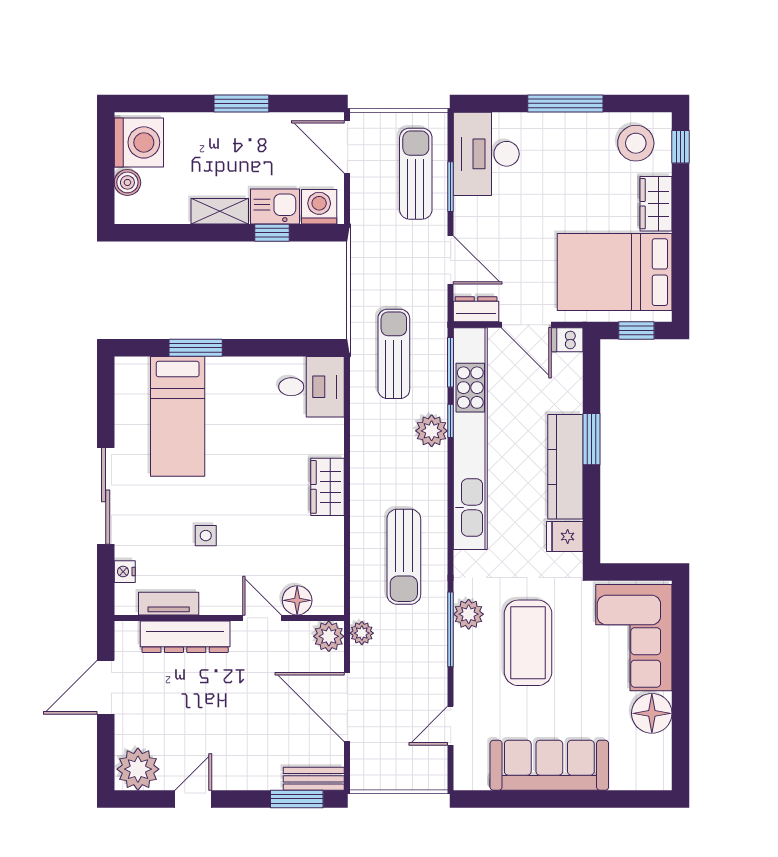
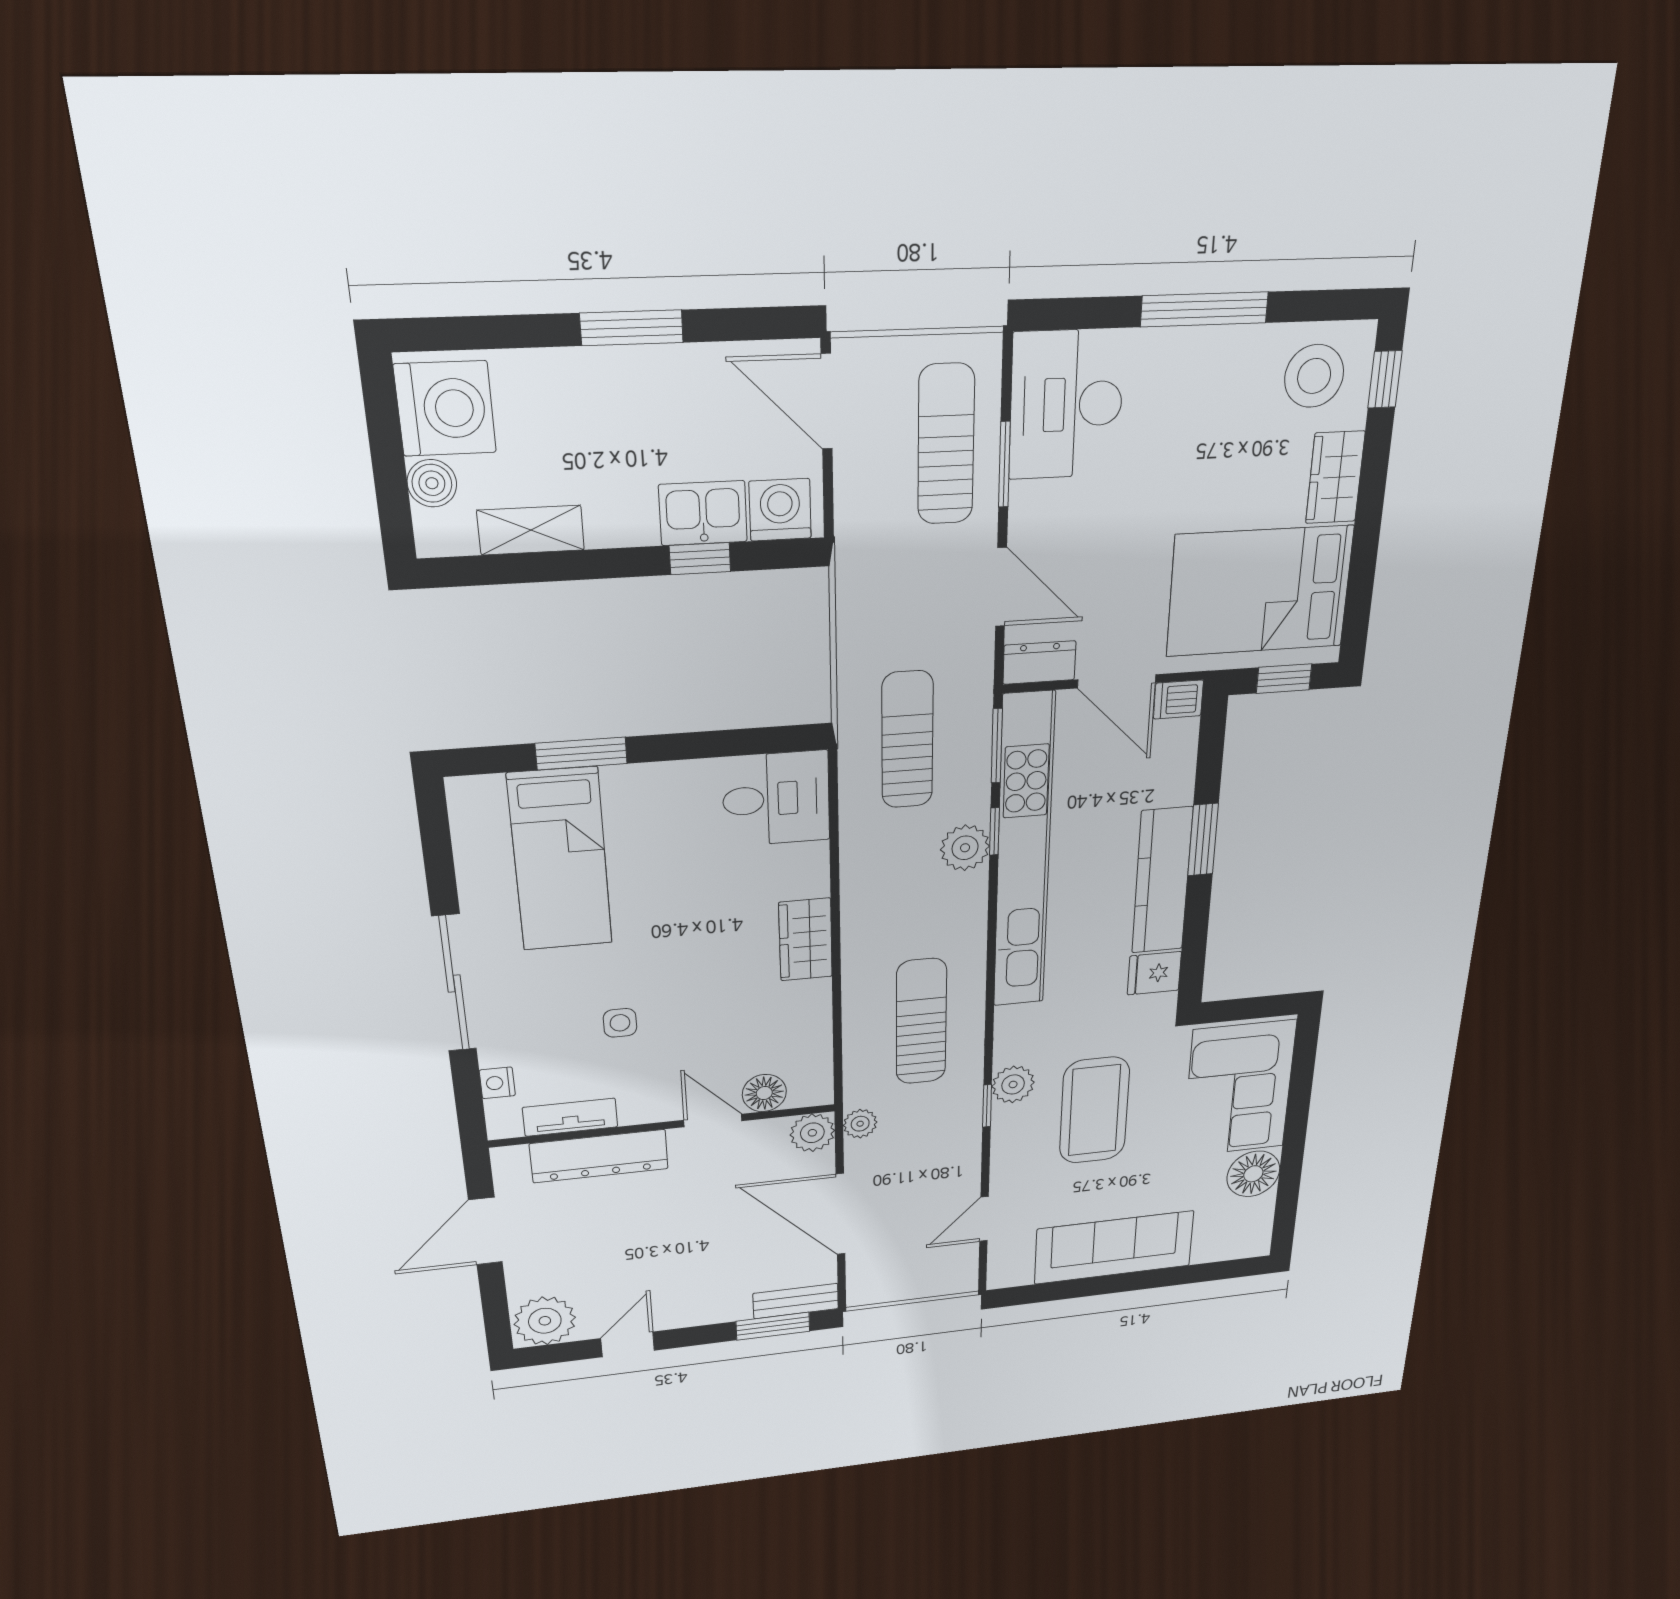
shelving: (220, 211) -> (531, 530), moved
sun lounger: (404, 557) -> (921, 1022), turned 180
window: (451, 629) -> (987, 1106), width x0.46

